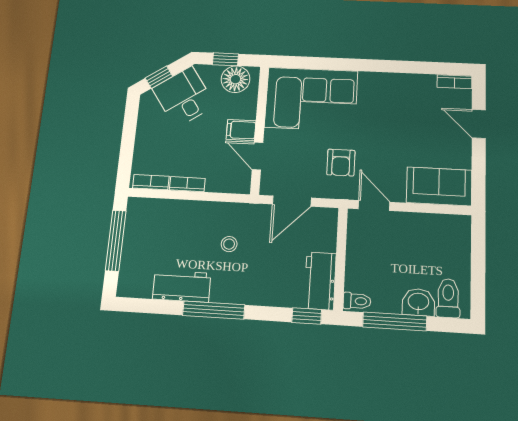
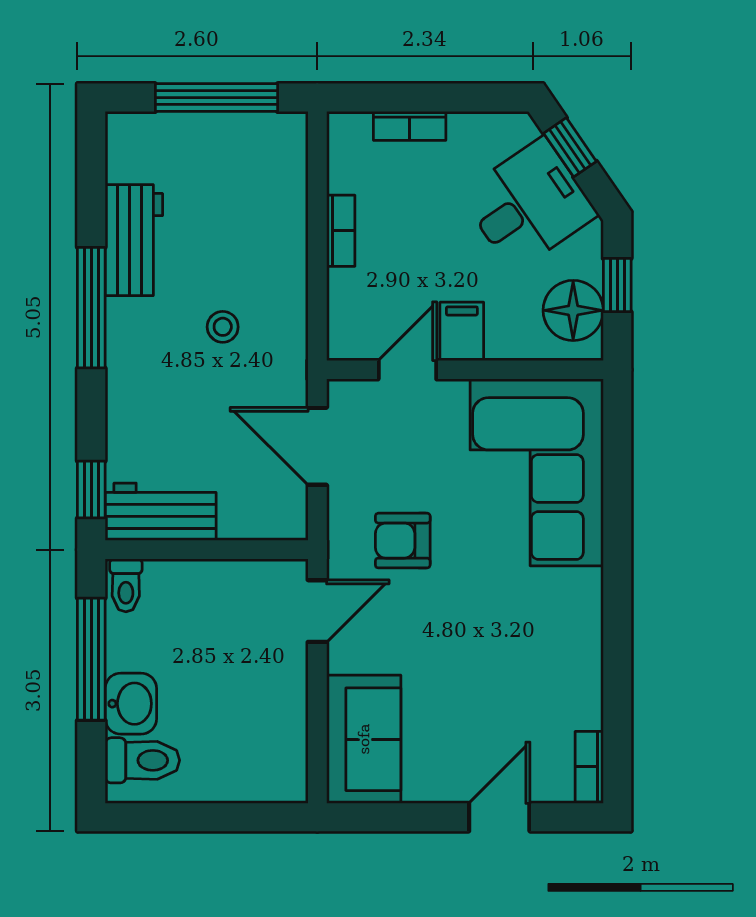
bookcase: (151, 182) -> (410, 126), moved, turned 90

